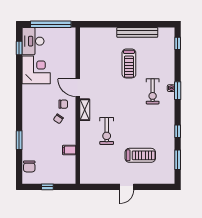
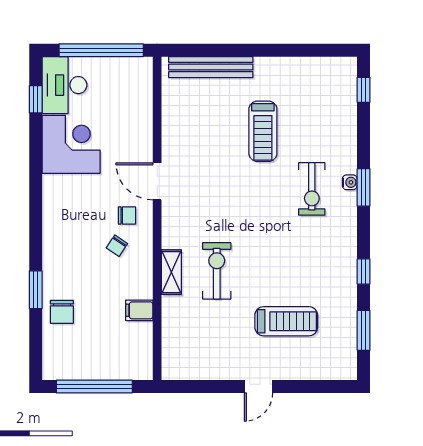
bench: (137, 32) -> (211, 67), moved
shelving: (85, 110) -> (171, 272), moved
exercise bike: (107, 131) -> (217, 271), turned 180
chair: (29, 166) -> (62, 312), moved
window: (47, 187) -> (94, 387), width x3.17

